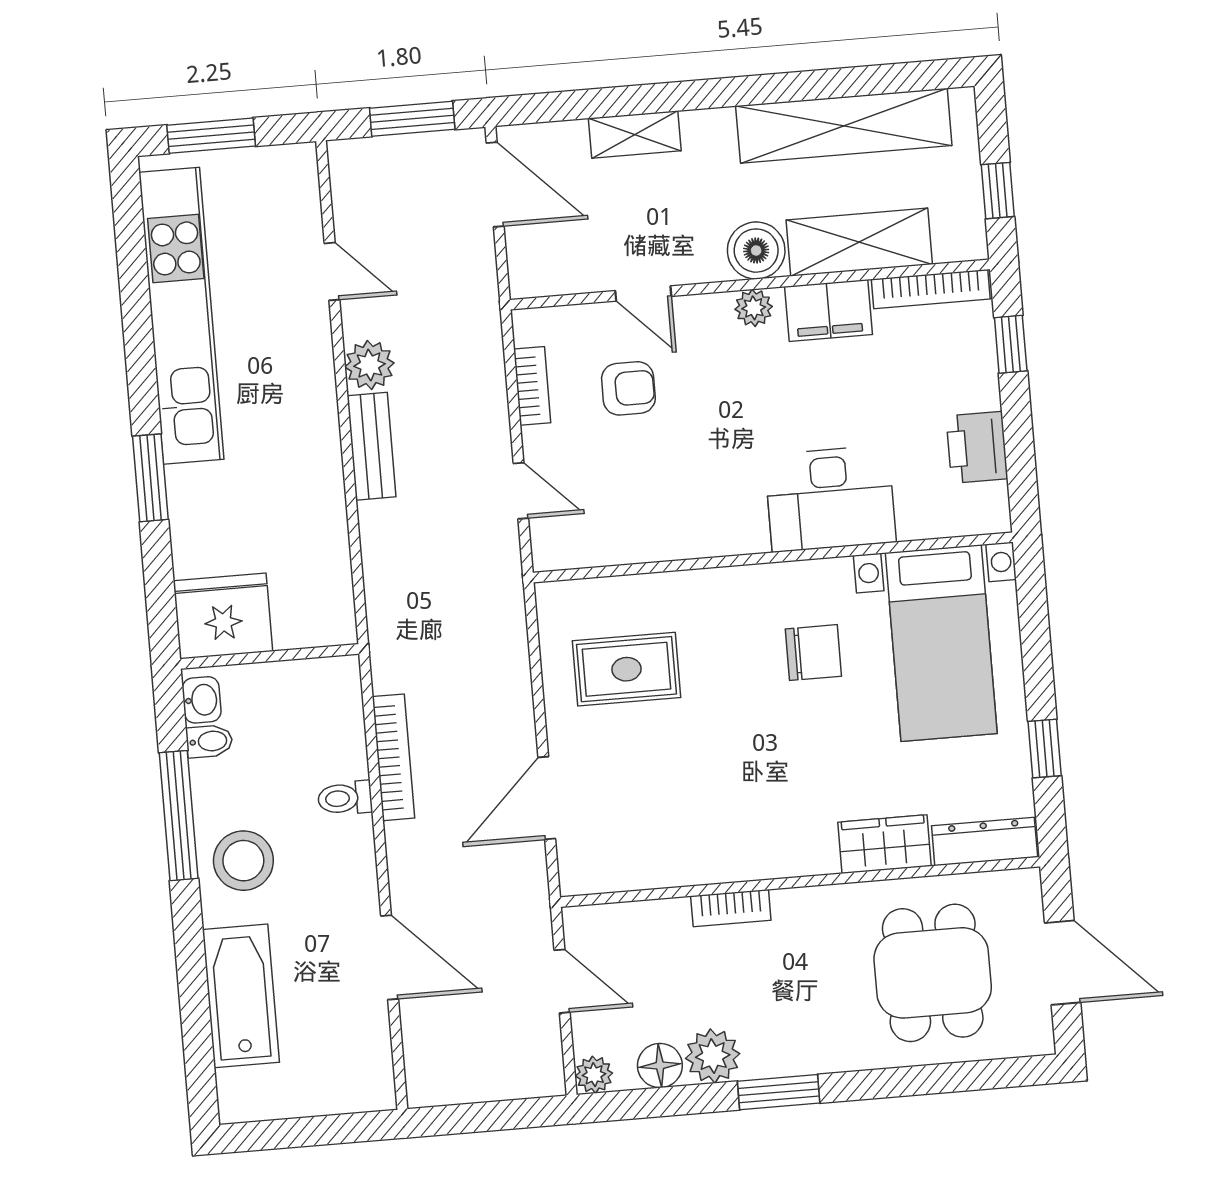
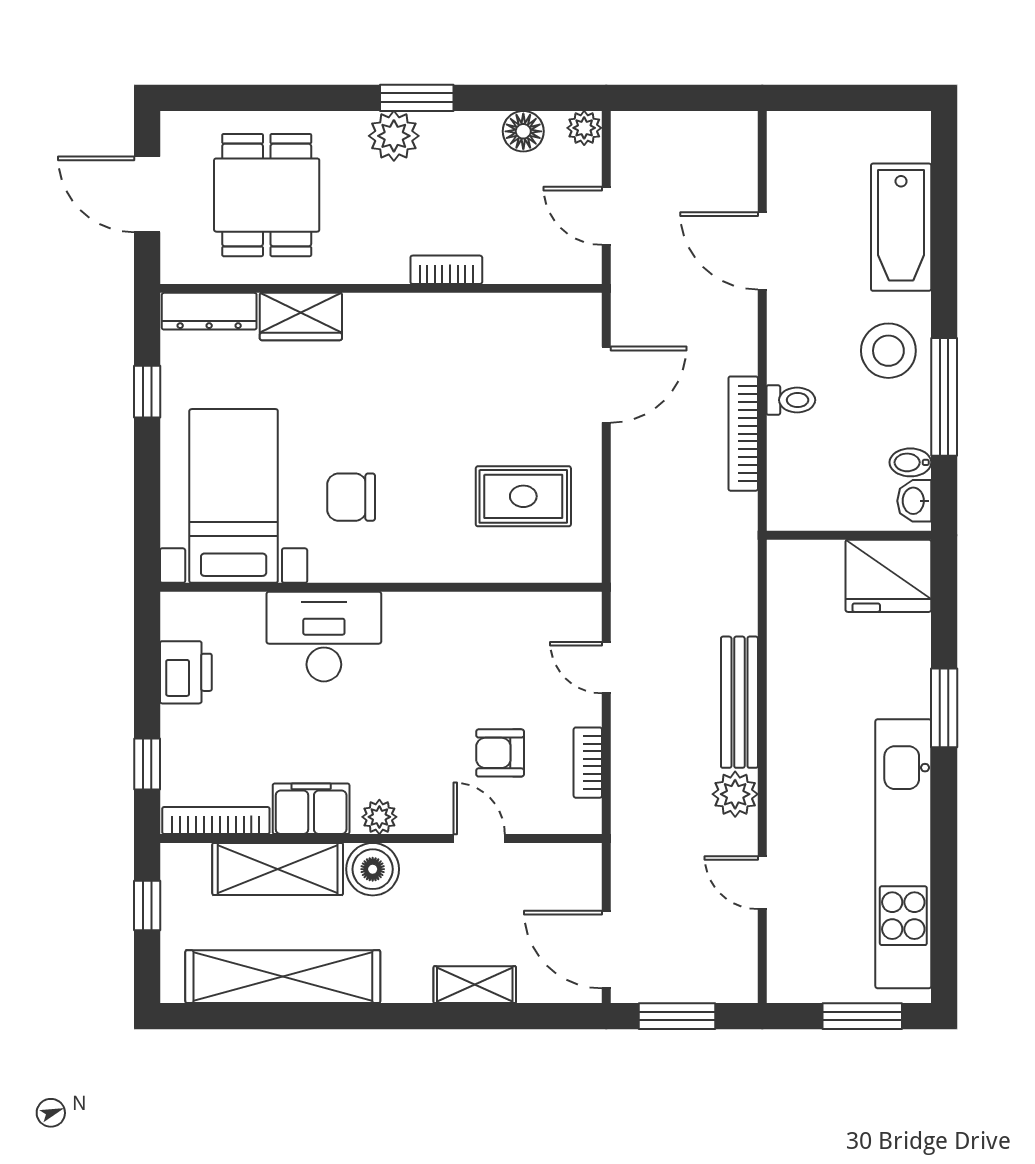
bench: (372, 446) -> (739, 702), width x1.36
plant: (713, 1056) -> (394, 136), moved

